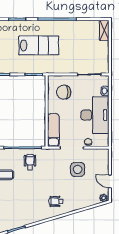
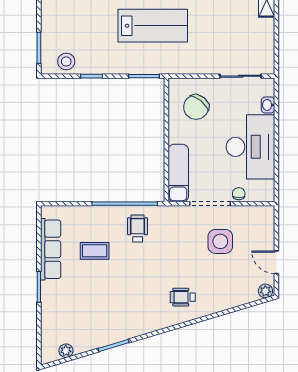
chair: (64, 92) -> (196, 107), turned -51

